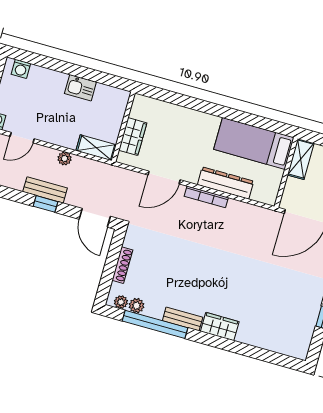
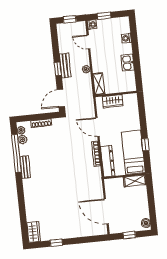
washing machine: (21, 69) -> (126, 38), moved
window: (223, 112) -> (145, 145), added
bed: (254, 143) -> (133, 152), moved
shelving: (301, 159) -> (135, 181), moved
wall: (286, 173) -> (125, 176), moved
wardrobe: (220, 327) -> (34, 232), moved

